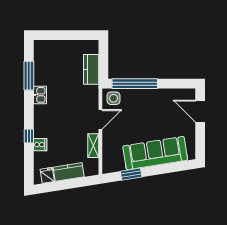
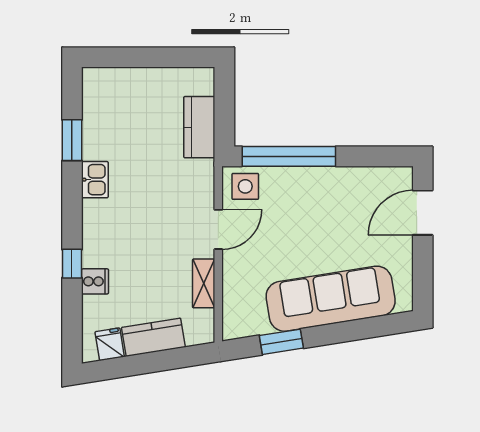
window: (29, 76) -> (72, 140), width x0.69
door: (200, 111) -> (423, 213), hinge flipped

